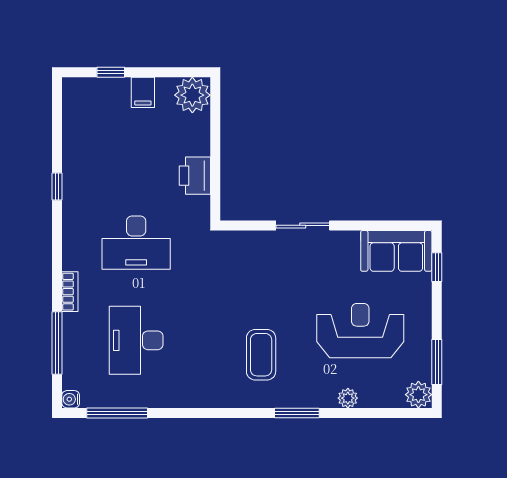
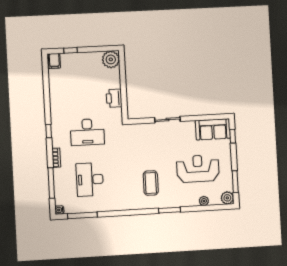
filing cabinet: (143, 92) -> (54, 61), moved
window: (57, 187) -> (49, 131), moved
plant: (348, 398) -> (204, 201), moved

